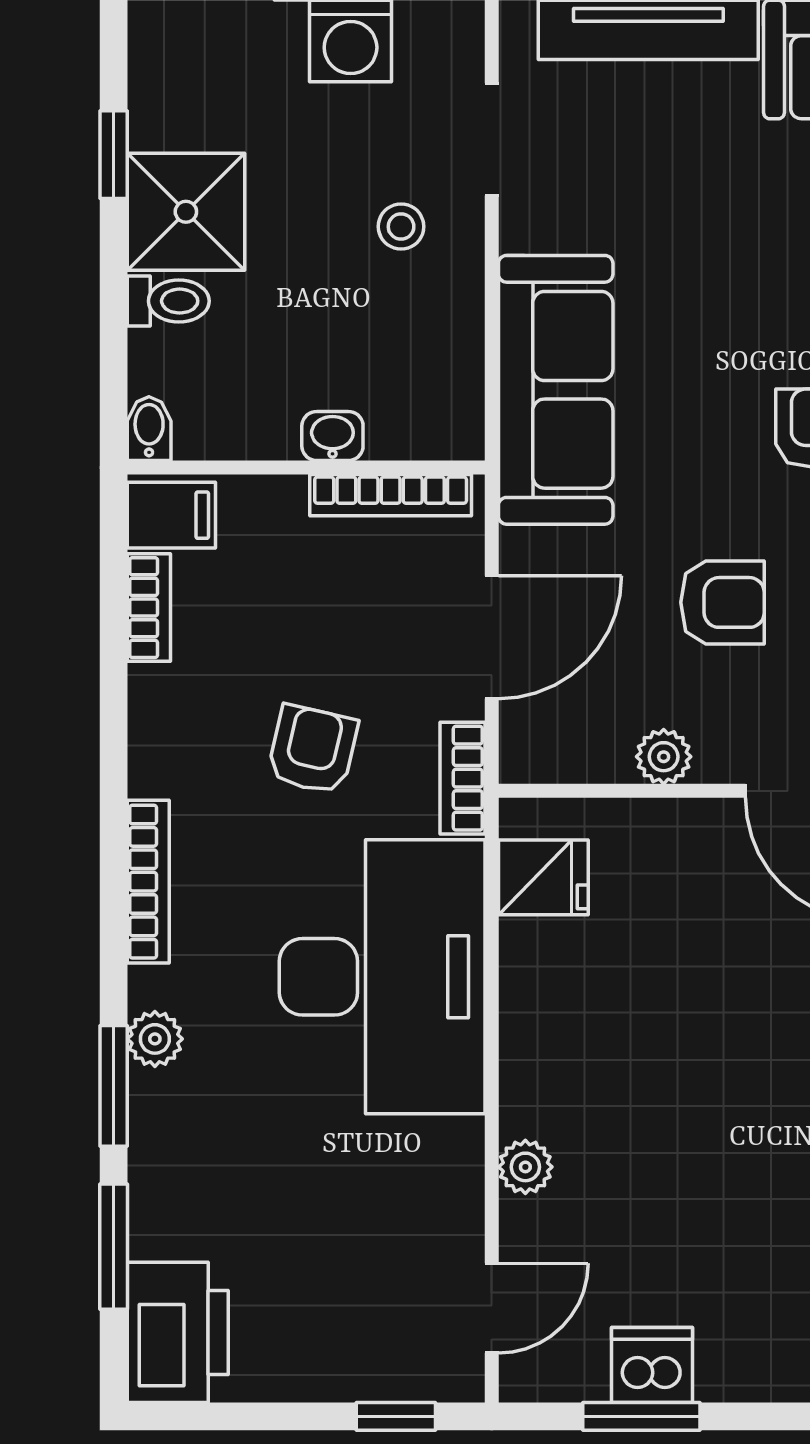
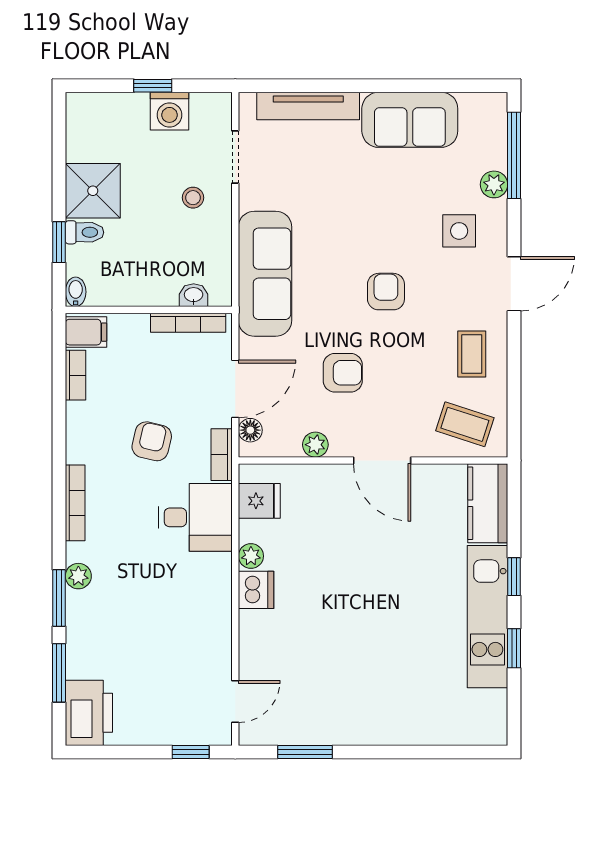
window: (114, 155) -> (59, 242), moved
washbasin: (332, 436) -> (194, 295), moved
floor lamp: (524, 726) -> (250, 430), added
desk: (382, 977) -> (195, 517), width x0.53, depth x0.77
plant: (525, 1167) -> (251, 556), moved
dishwasher: (652, 1365) -> (256, 590), moved, turned 90

